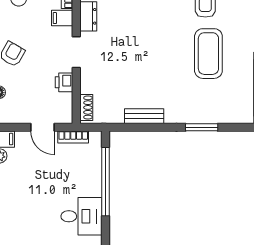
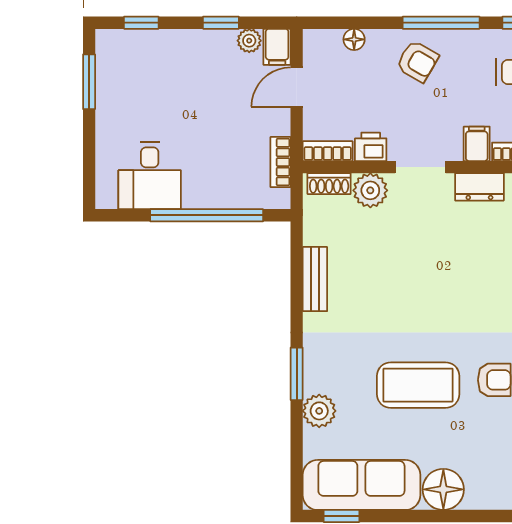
plant: (90, 83) -> (370, 190), added
bookcase: (67, 108) -> (328, 151), added
plant: (224, 114) -> (319, 411), added
door: (42, 127) -> (297, 87), moved

